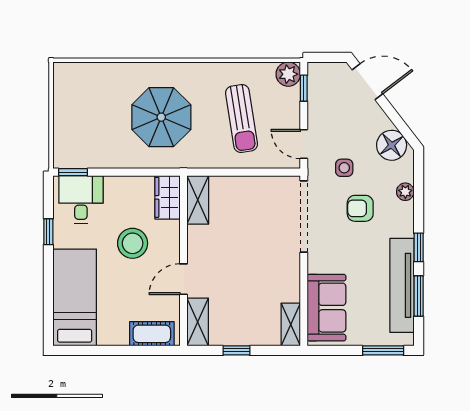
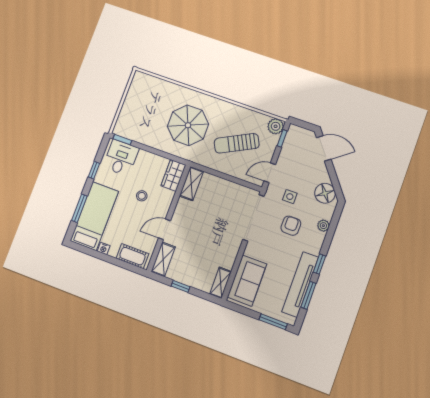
sun lounger: (242, 119) -> (237, 143), turned 72
door: (304, 144) -> (270, 173), hinge flipped
armchair: (360, 208) -> (291, 226), turned 90
stool: (133, 243) -> (142, 196), width x0.53, depth x0.53
window: (48, 294) -> (79, 208), added
nightstand: (106, 339) -> (104, 249), added

